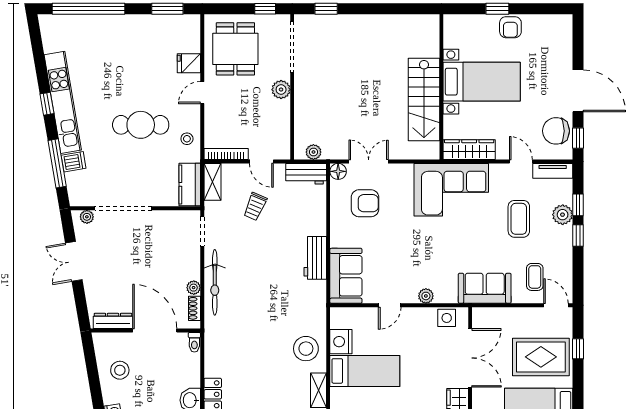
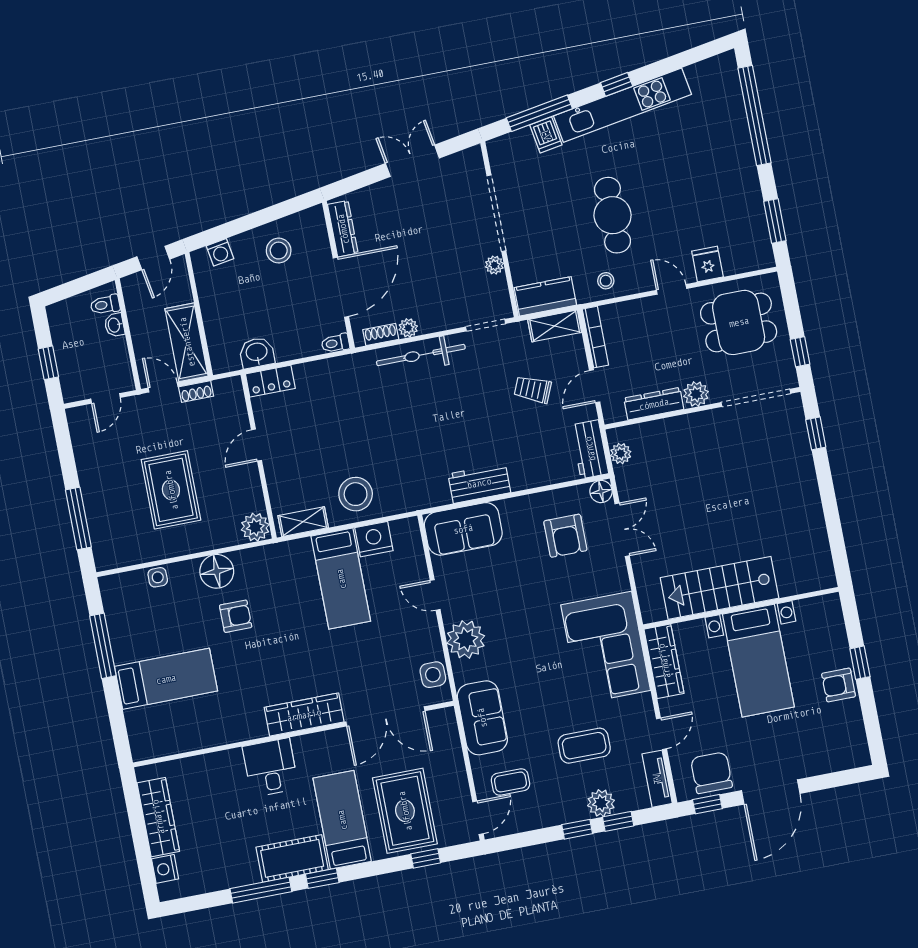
dresser: (282, 121) -> (654, 404), added
plant: (87, 217) -> (494, 265), moved
plant: (426, 296) -> (466, 639), width x1.88, depth x1.88

